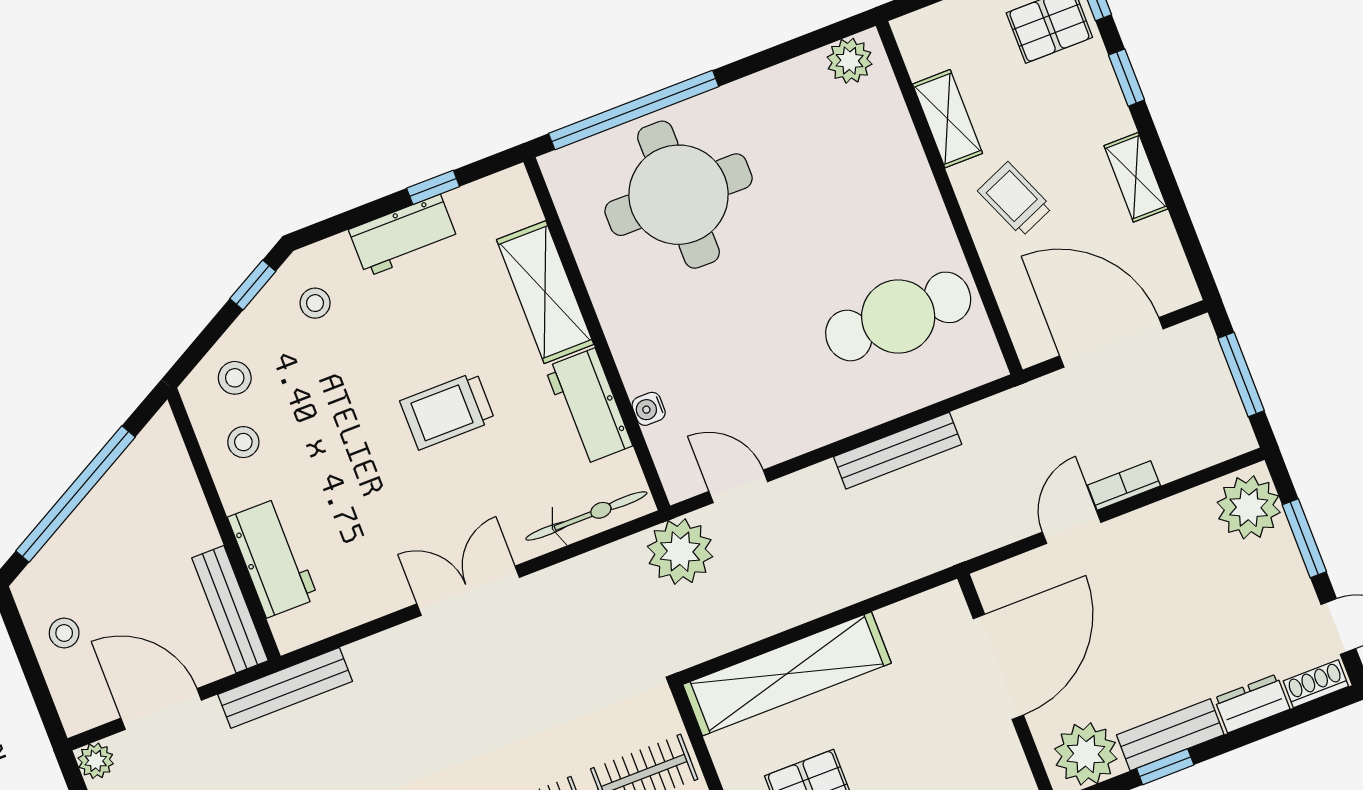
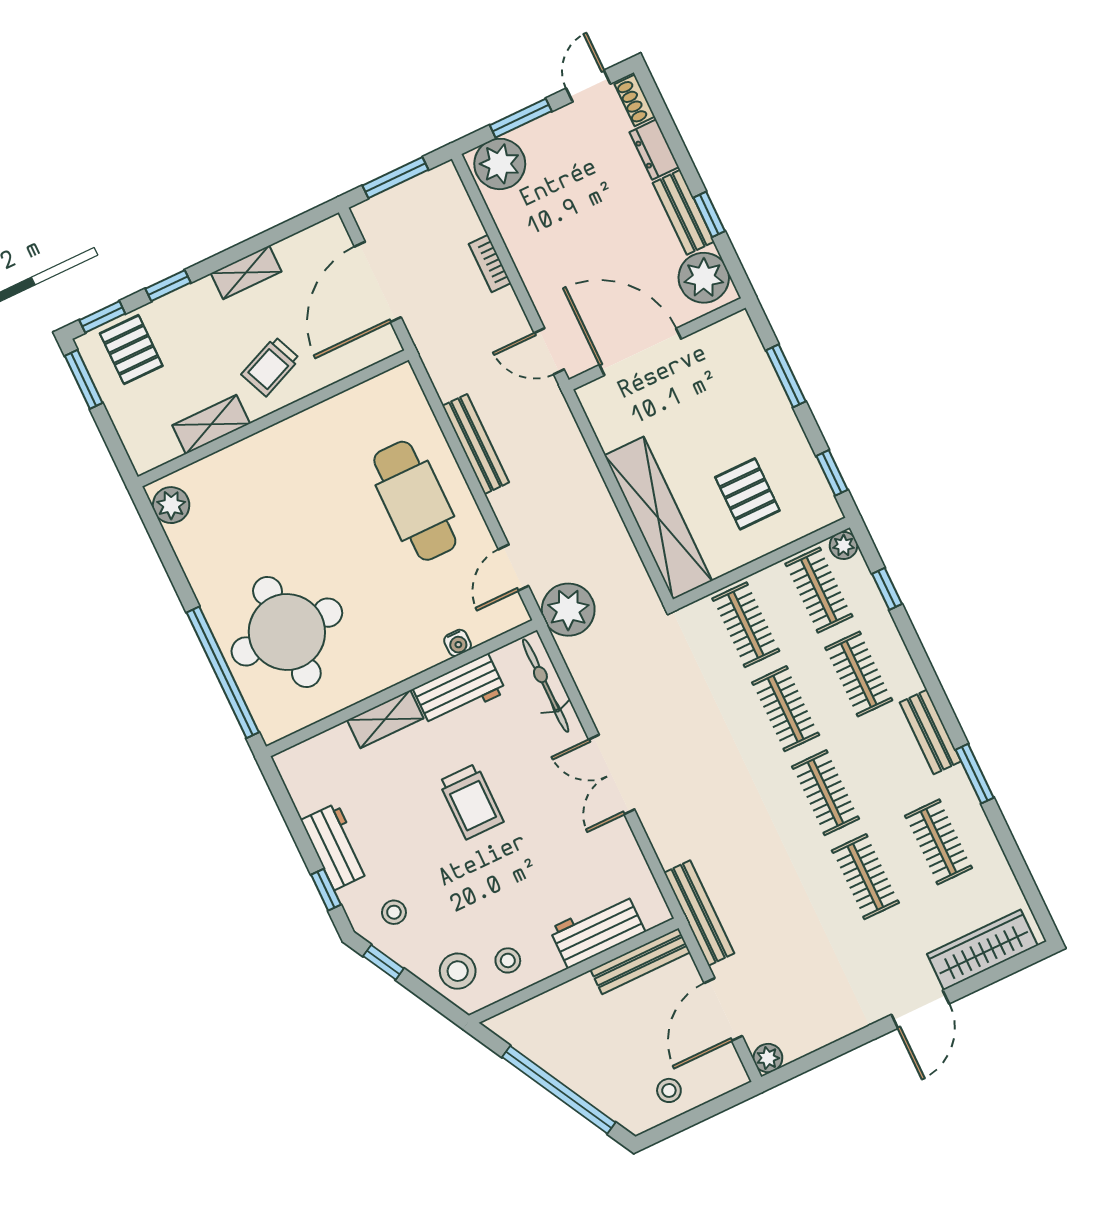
window: (433, 187) -> (326, 890), moved
shelving: (545, 292) -> (385, 719), width x0.67, depth x0.75
cafe table: (898, 316) -> (415, 501), moved
stool: (235, 378) -> (458, 971), width x1.37, depth x1.37
door: (1072, 527) -> (549, 351), moved

